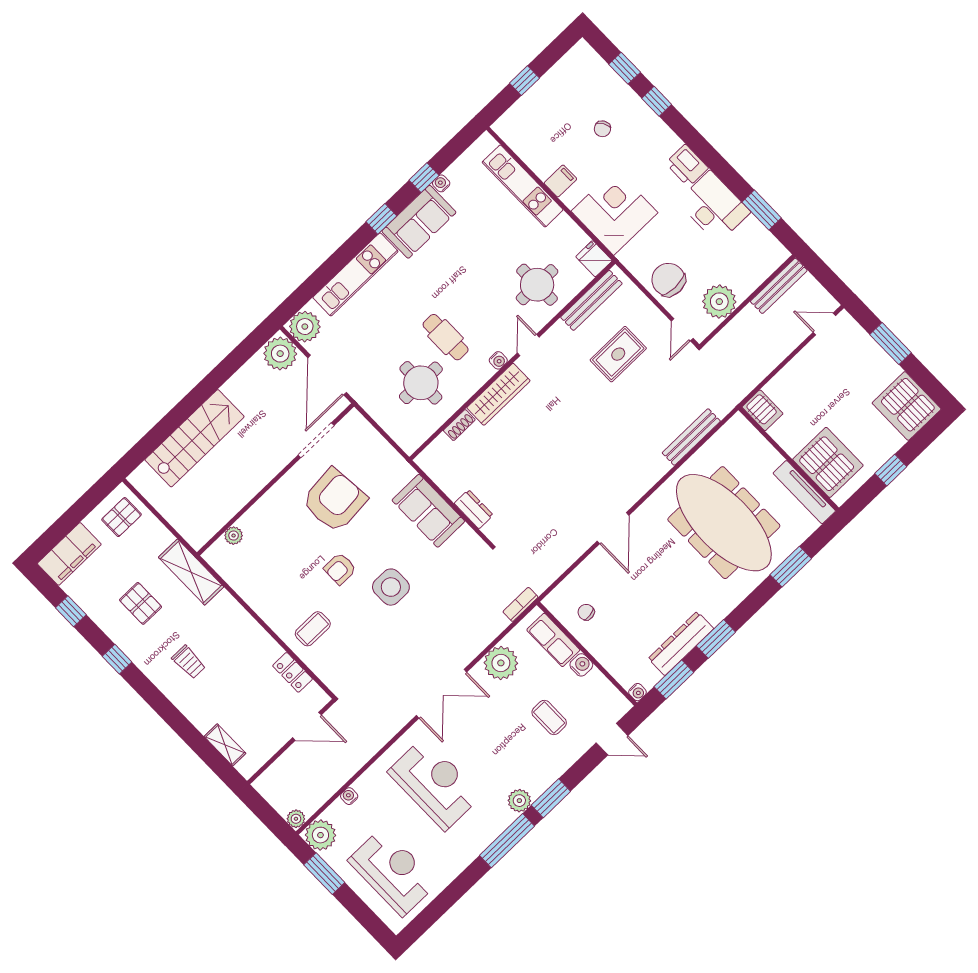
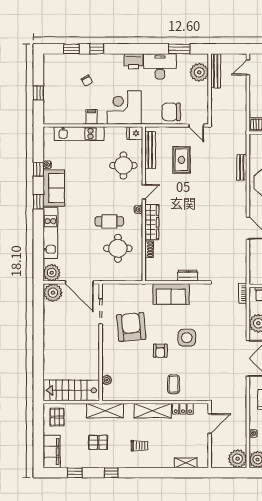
plant: (719, 302) -> (199, 72), moved
door: (528, 345) -> (144, 192), swing flipped
bench: (691, 437) -> (242, 167), width x0.73
stairs: (194, 438) -> (72, 390), moved, turned -90
shelving: (251, 635) -> (153, 411), added
plant: (296, 819) -> (238, 459), width x1.88, depth x1.88

